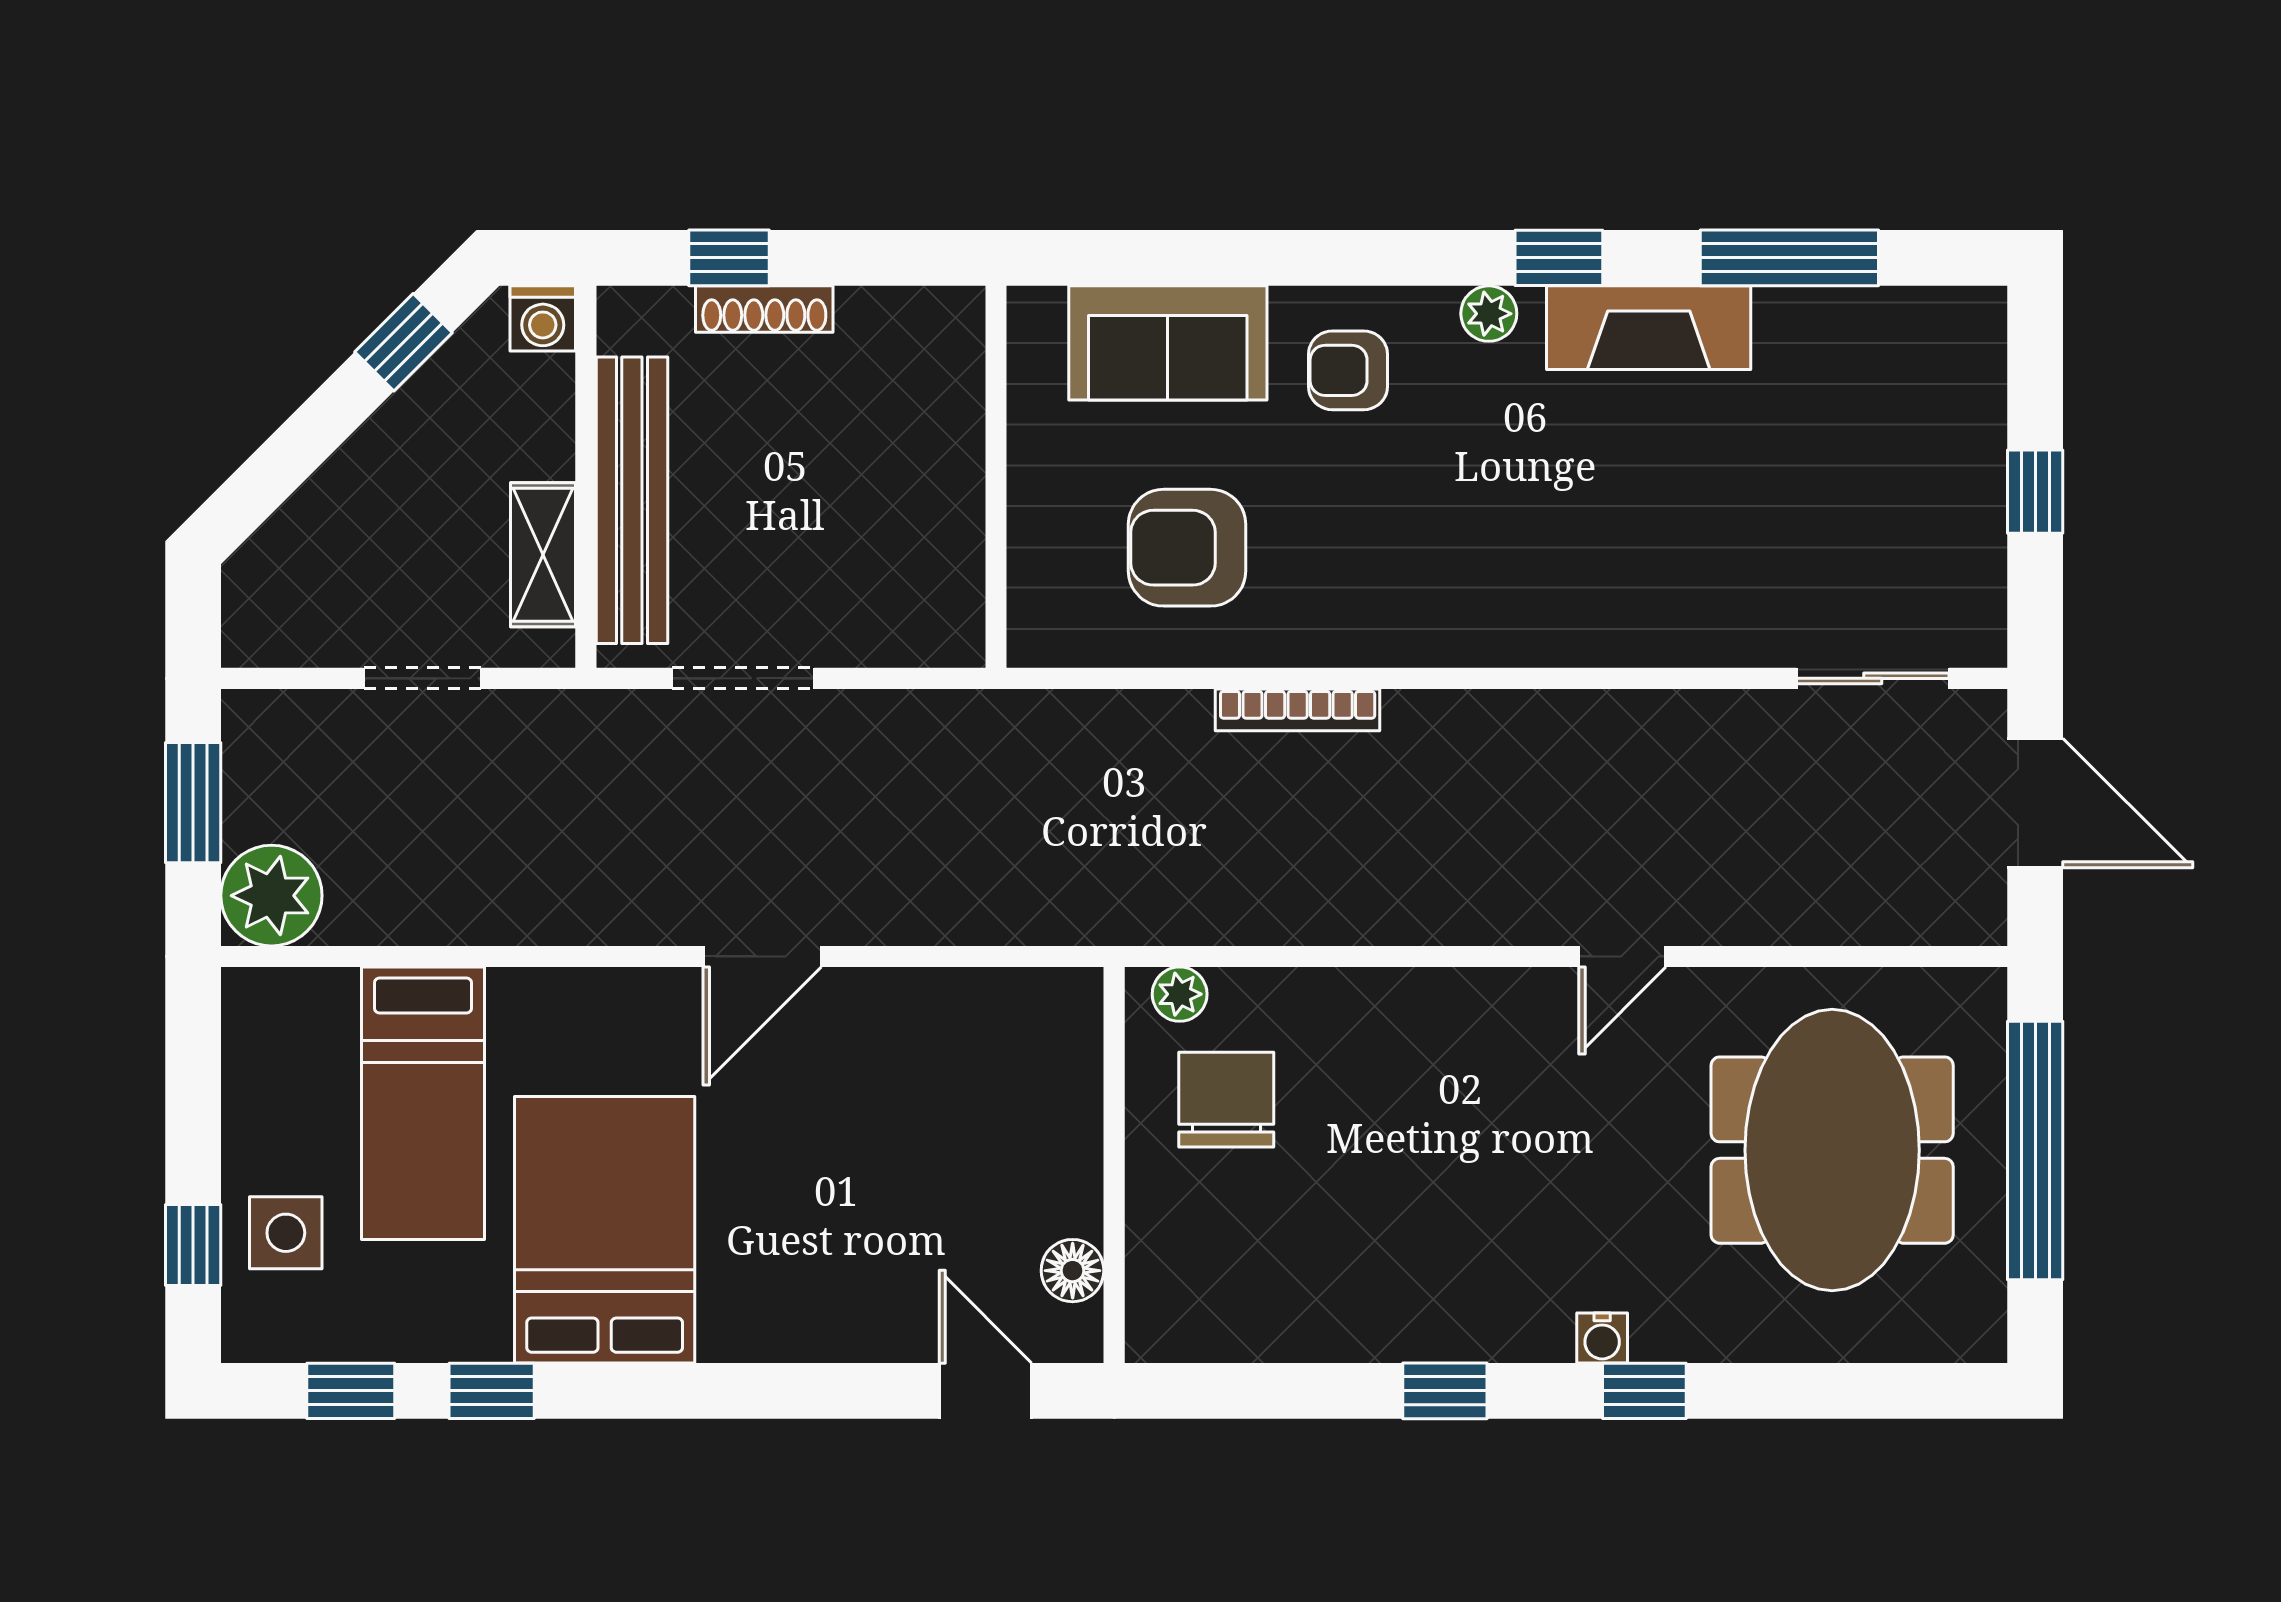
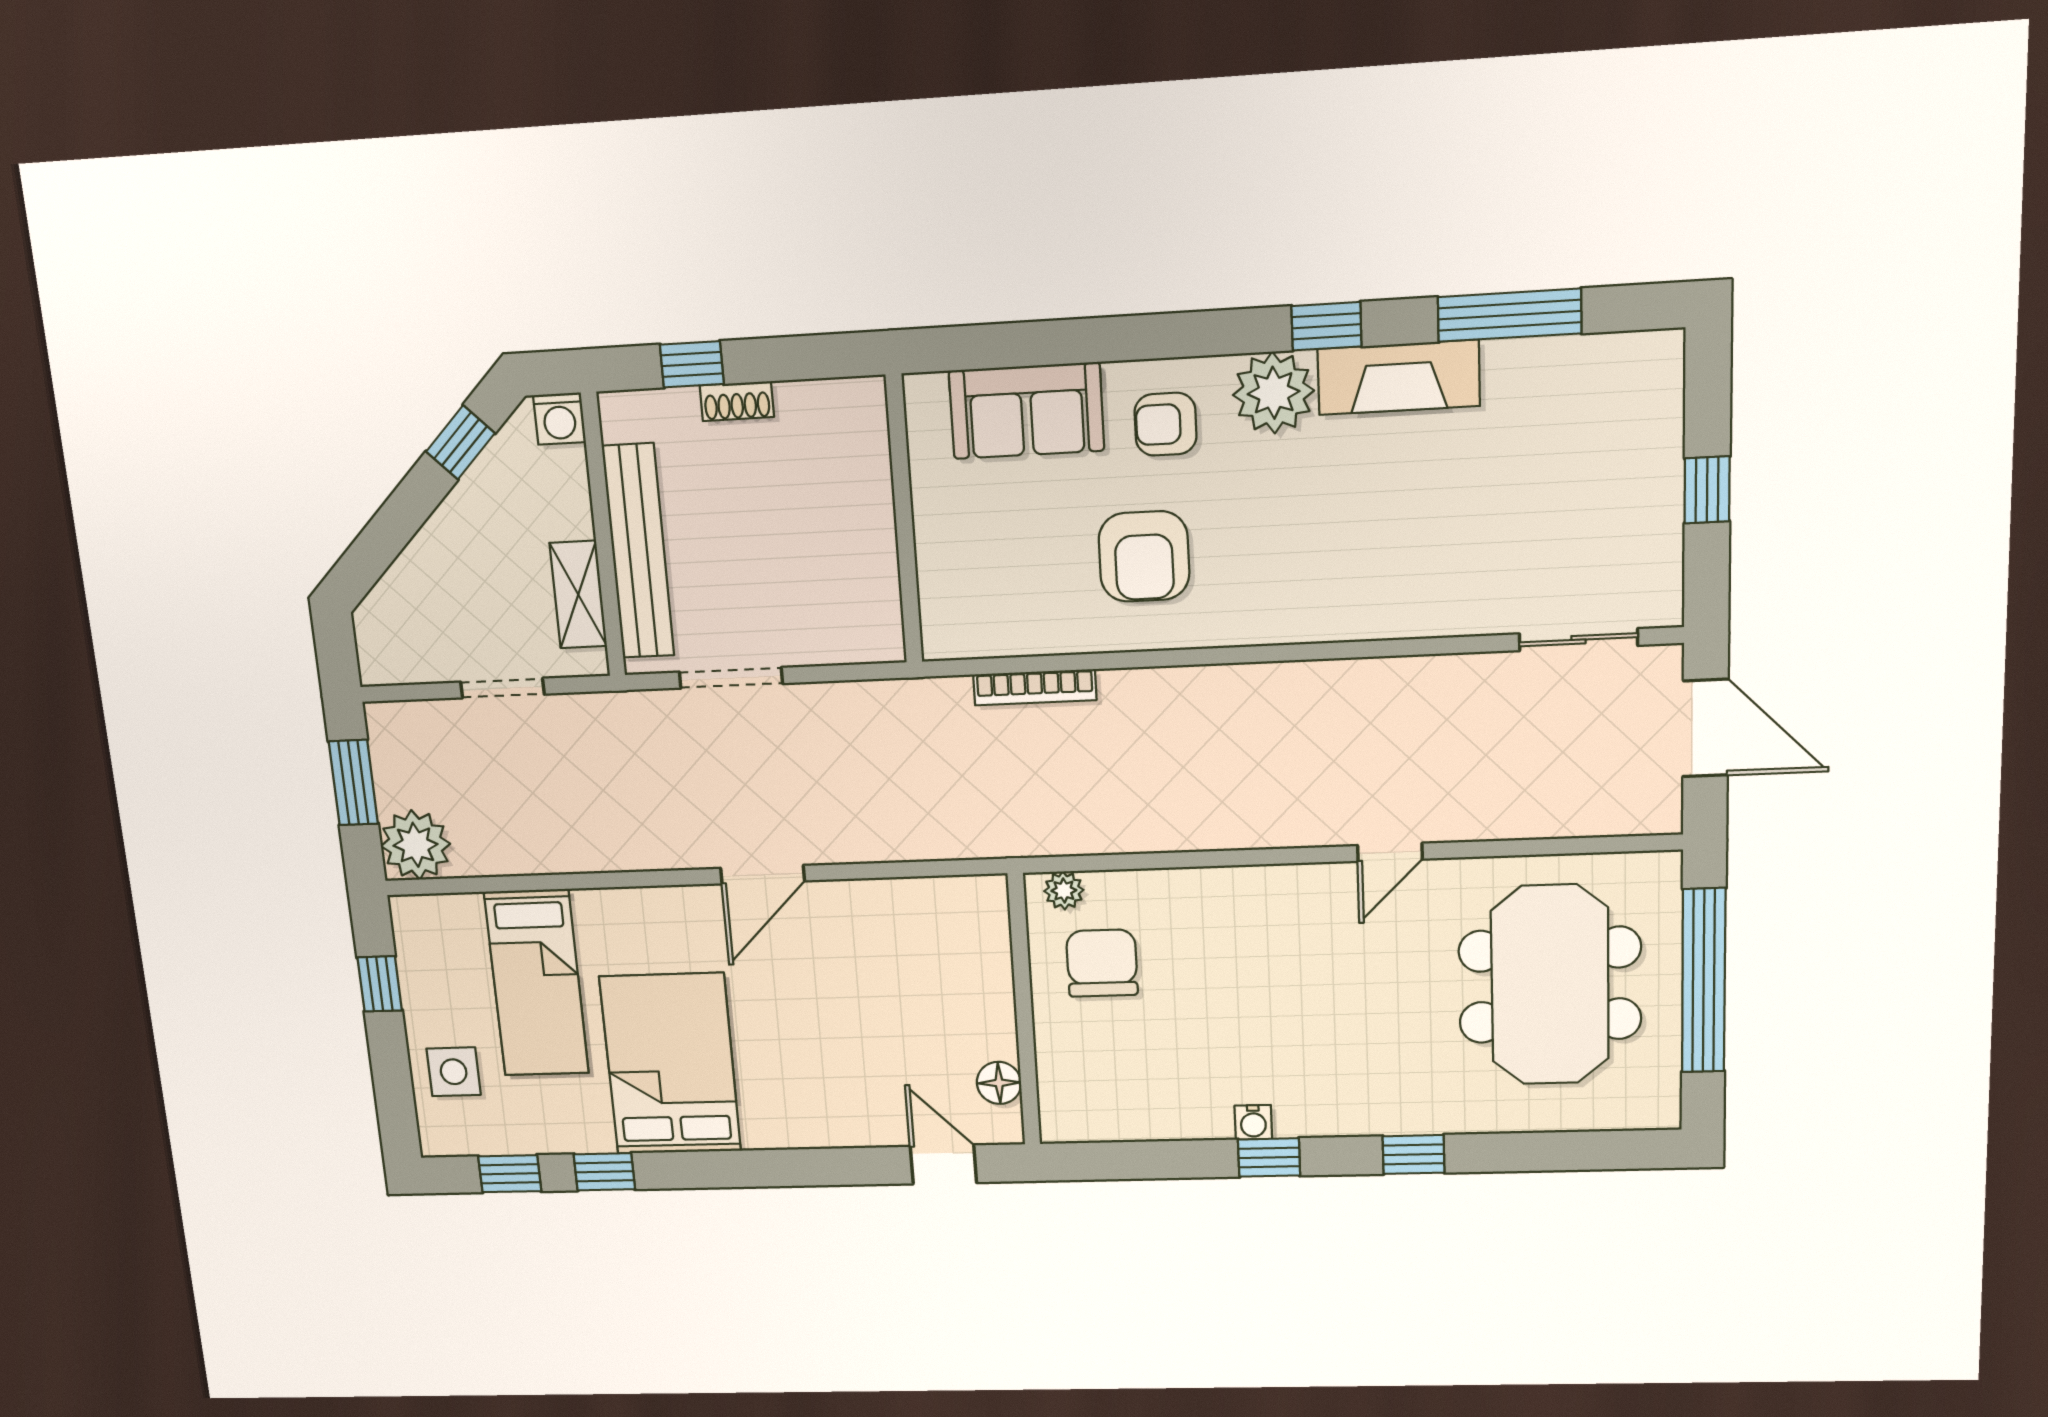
shoe rack: (764, 309) -> (737, 401), width x0.70
plant: (1489, 314) -> (1274, 393), width x1.87, depth x1.87
armchair: (1187, 548) -> (1144, 556), moved, turned -90
bookcase: (1298, 710) -> (1035, 687), moved
window: (193, 1245) -> (380, 984), moved
water cooler: (1602, 1338) -> (1253, 1122), moved

